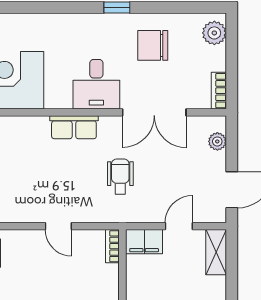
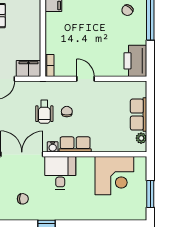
chair: (153, 45) -> (23, 199), width x0.54, depth x0.54
water cooler: (108, 124) -> (53, 147), added
chair: (86, 177) -> (67, 112), added

